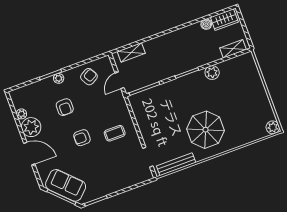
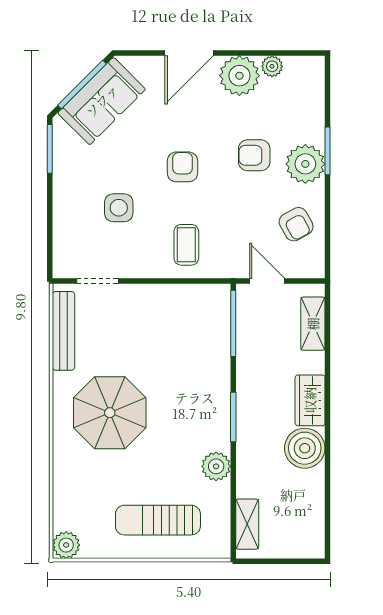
wardrobe: (224, 20) -> (310, 400), moved
boiler: (206, 24) -> (305, 448), moved, width x1.86, depth x1.86
plant: (59, 78) -> (305, 164), width x1.88, depth x1.88
sun lounger: (246, 90) -> (158, 520), added
coffee table: (115, 133) -> (186, 245), moved
side table: (111, 160) -> (119, 208), added

